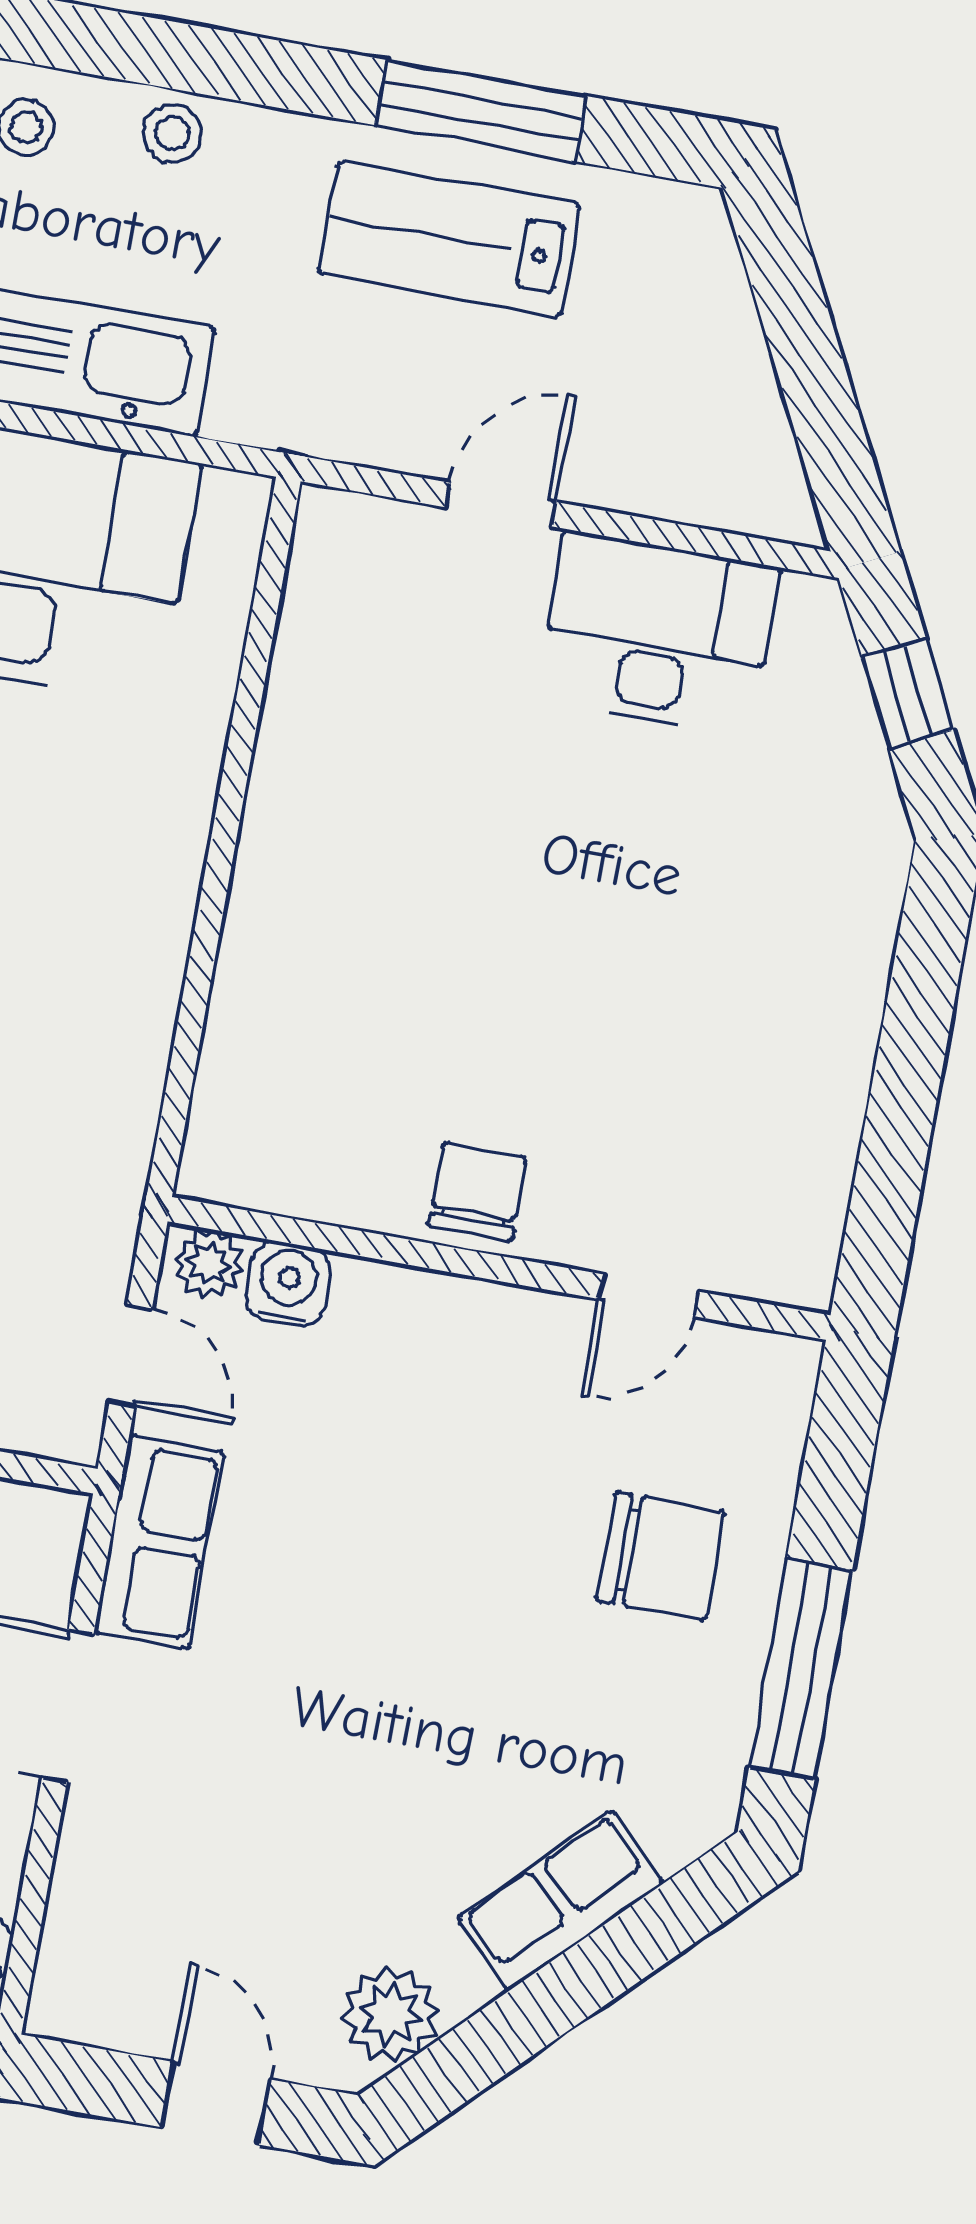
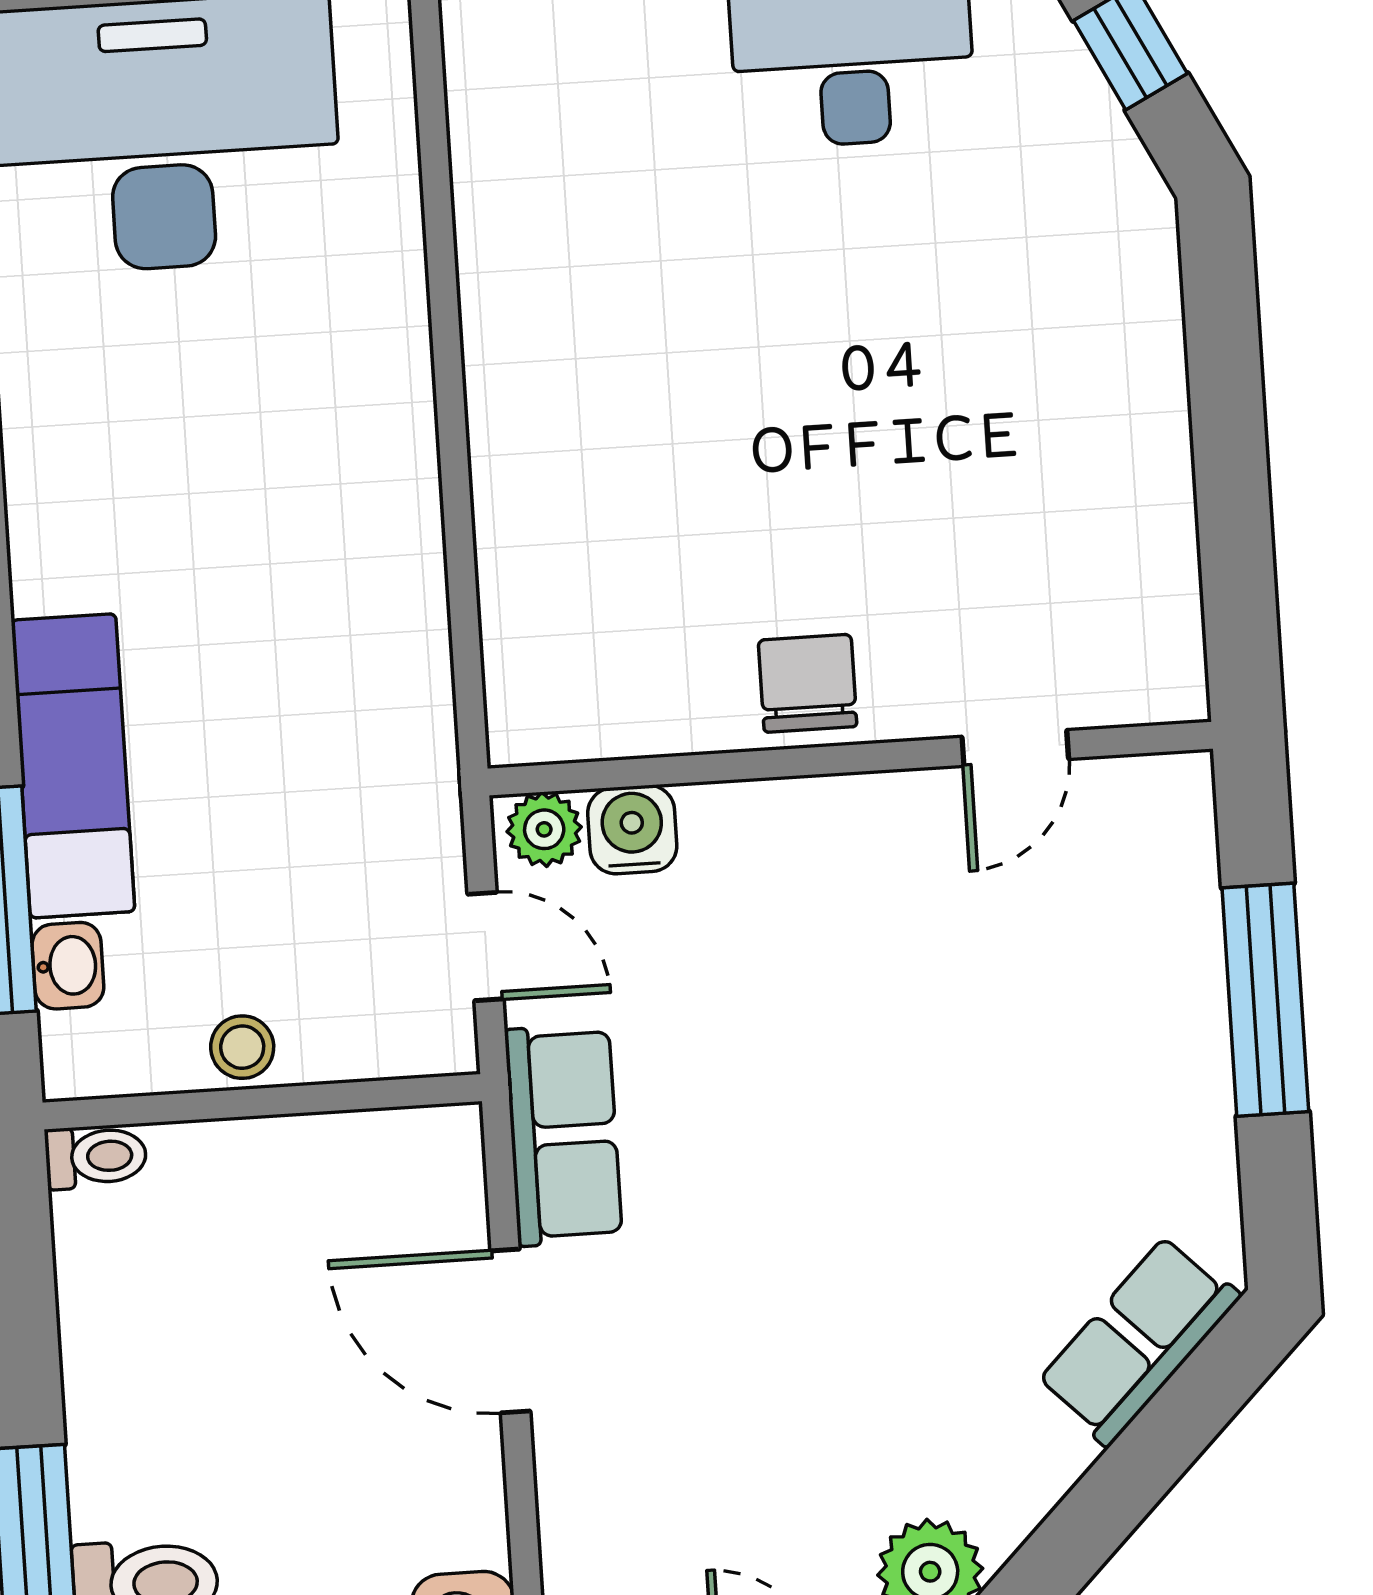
chair: (661, 1556) -> (1095, 1019), removed
window: (801, 1669) -> (1265, 1000), moved
row of seats: (560, 1900) -> (1138, 1340), moved

